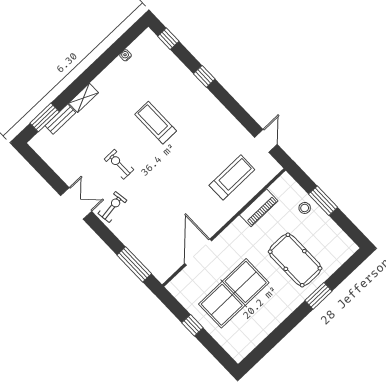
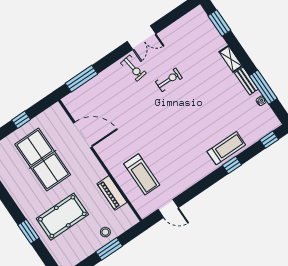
window: (110, 55) -> (263, 87), added
bench: (60, 119) -> (246, 81), moved
treadmill: (156, 123) -> (226, 148), moved

